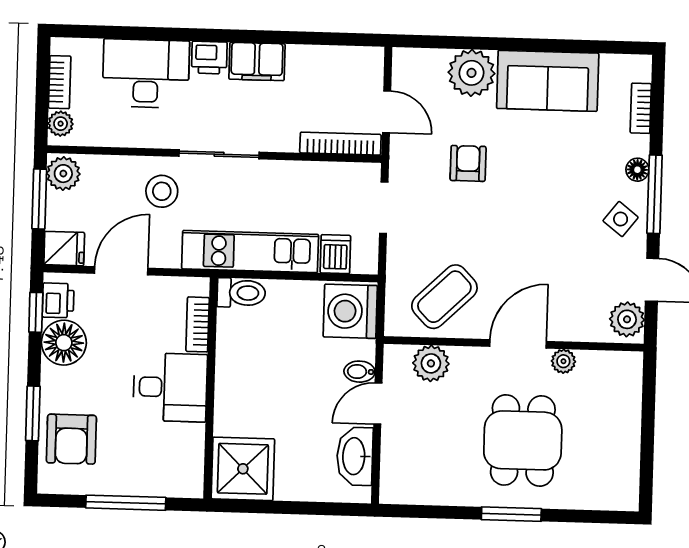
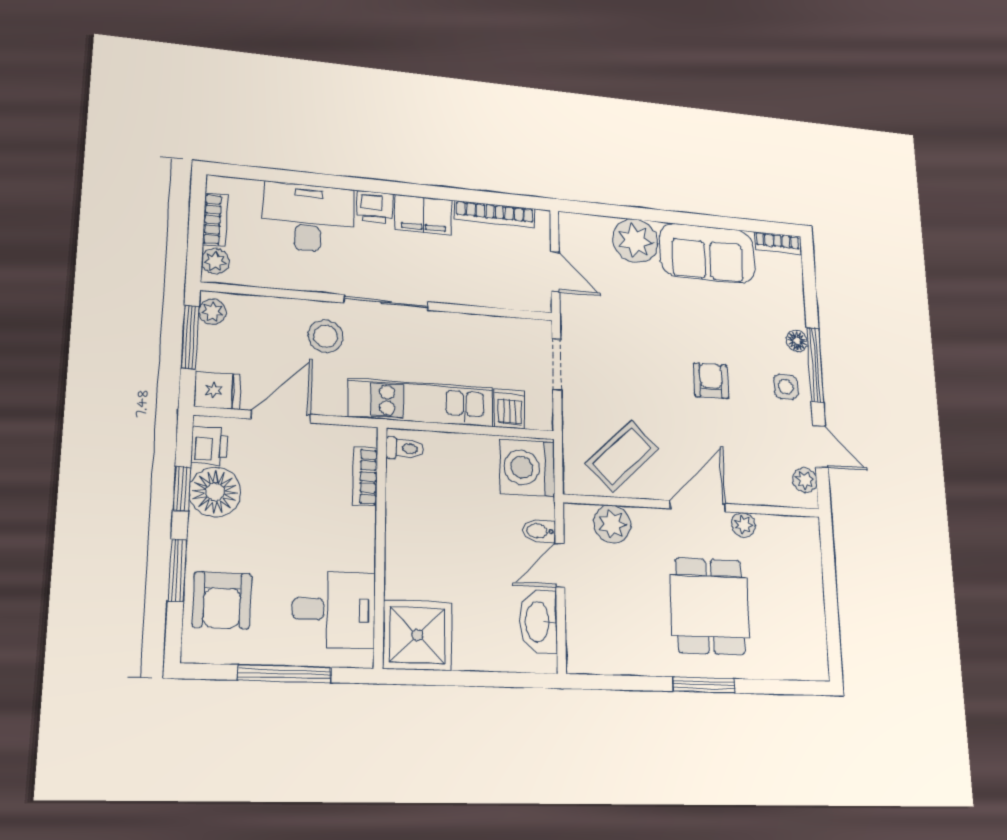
bookcase: (641, 108) -> (778, 243), moved, turned -90
bookcase: (340, 144) -> (495, 214), moved, turned 180
armchair: (468, 163) -> (711, 381), moved
plant: (63, 174) -> (212, 312), width x0.73, depth x0.73
side table: (621, 219) -> (786, 387), turned -38
toilet: (241, 293) -> (405, 448), width x0.73, depth x0.72
window: (36, 312) -> (182, 489), moved
plant: (627, 319) -> (805, 480), width x0.73, depth x0.73
desk: (170, 387) -> (334, 610), moved

